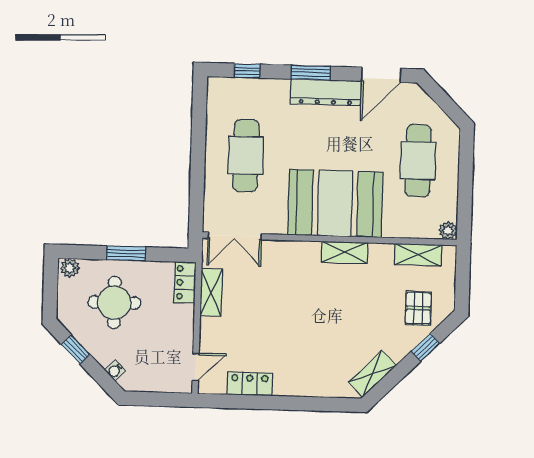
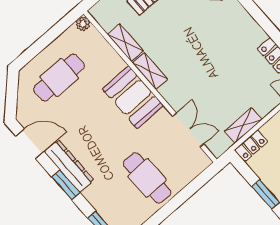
cafe table: (246, 156) -> (147, 178), turned 90
booth: (335, 203) -> (133, 97), width x0.73, depth x0.70
double door: (235, 236) -> (188, 130), moved
shelving: (418, 255) -> (125, 43), moved

